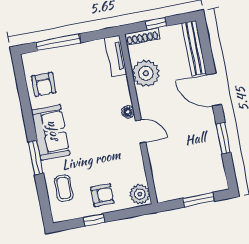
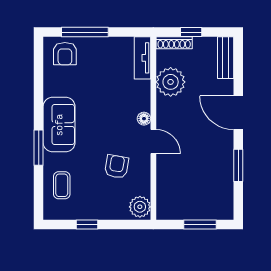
bench: (194, 48) -> (226, 58), width x0.73
armchair: (44, 84) -> (65, 54), moved
armchair: (102, 195) -> (117, 167), moved, turned -80

